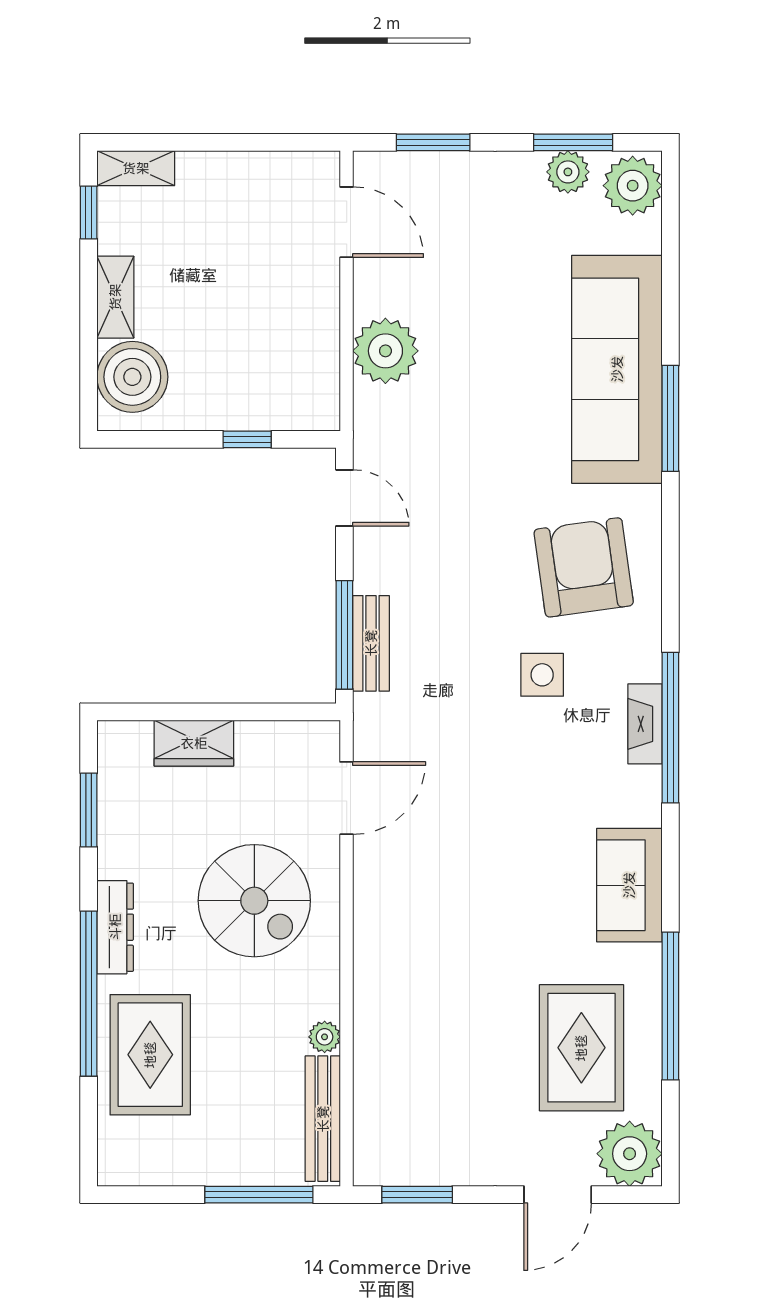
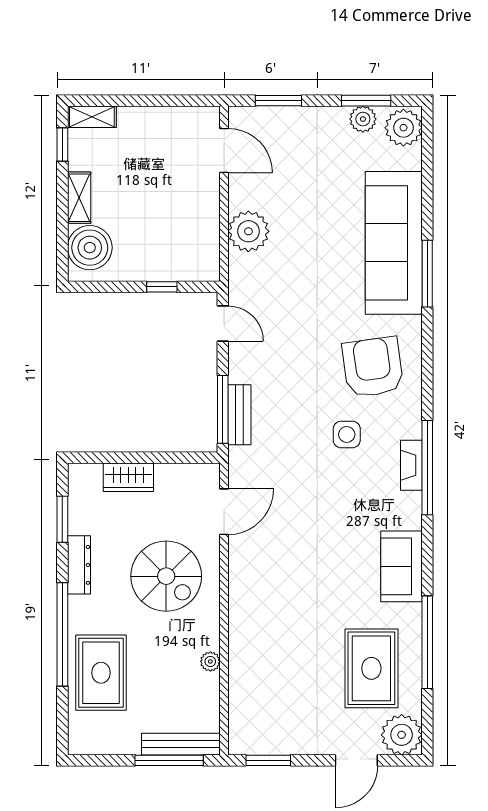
dresser: (115, 927) -> (79, 565), moved
bench: (323, 1119) -> (181, 744), moved, turned 90

